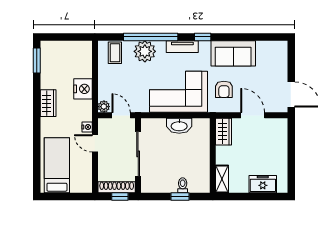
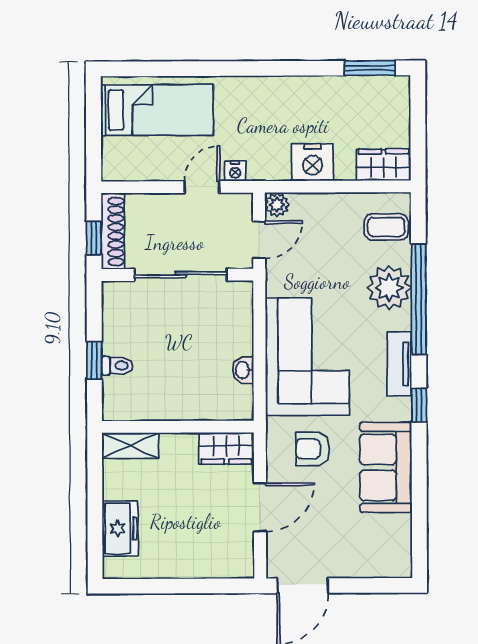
wardrobe: (48, 103) -> (384, 165), moved, turned 180
washbasin: (179, 126) -> (243, 370), width x0.52, depth x0.69

